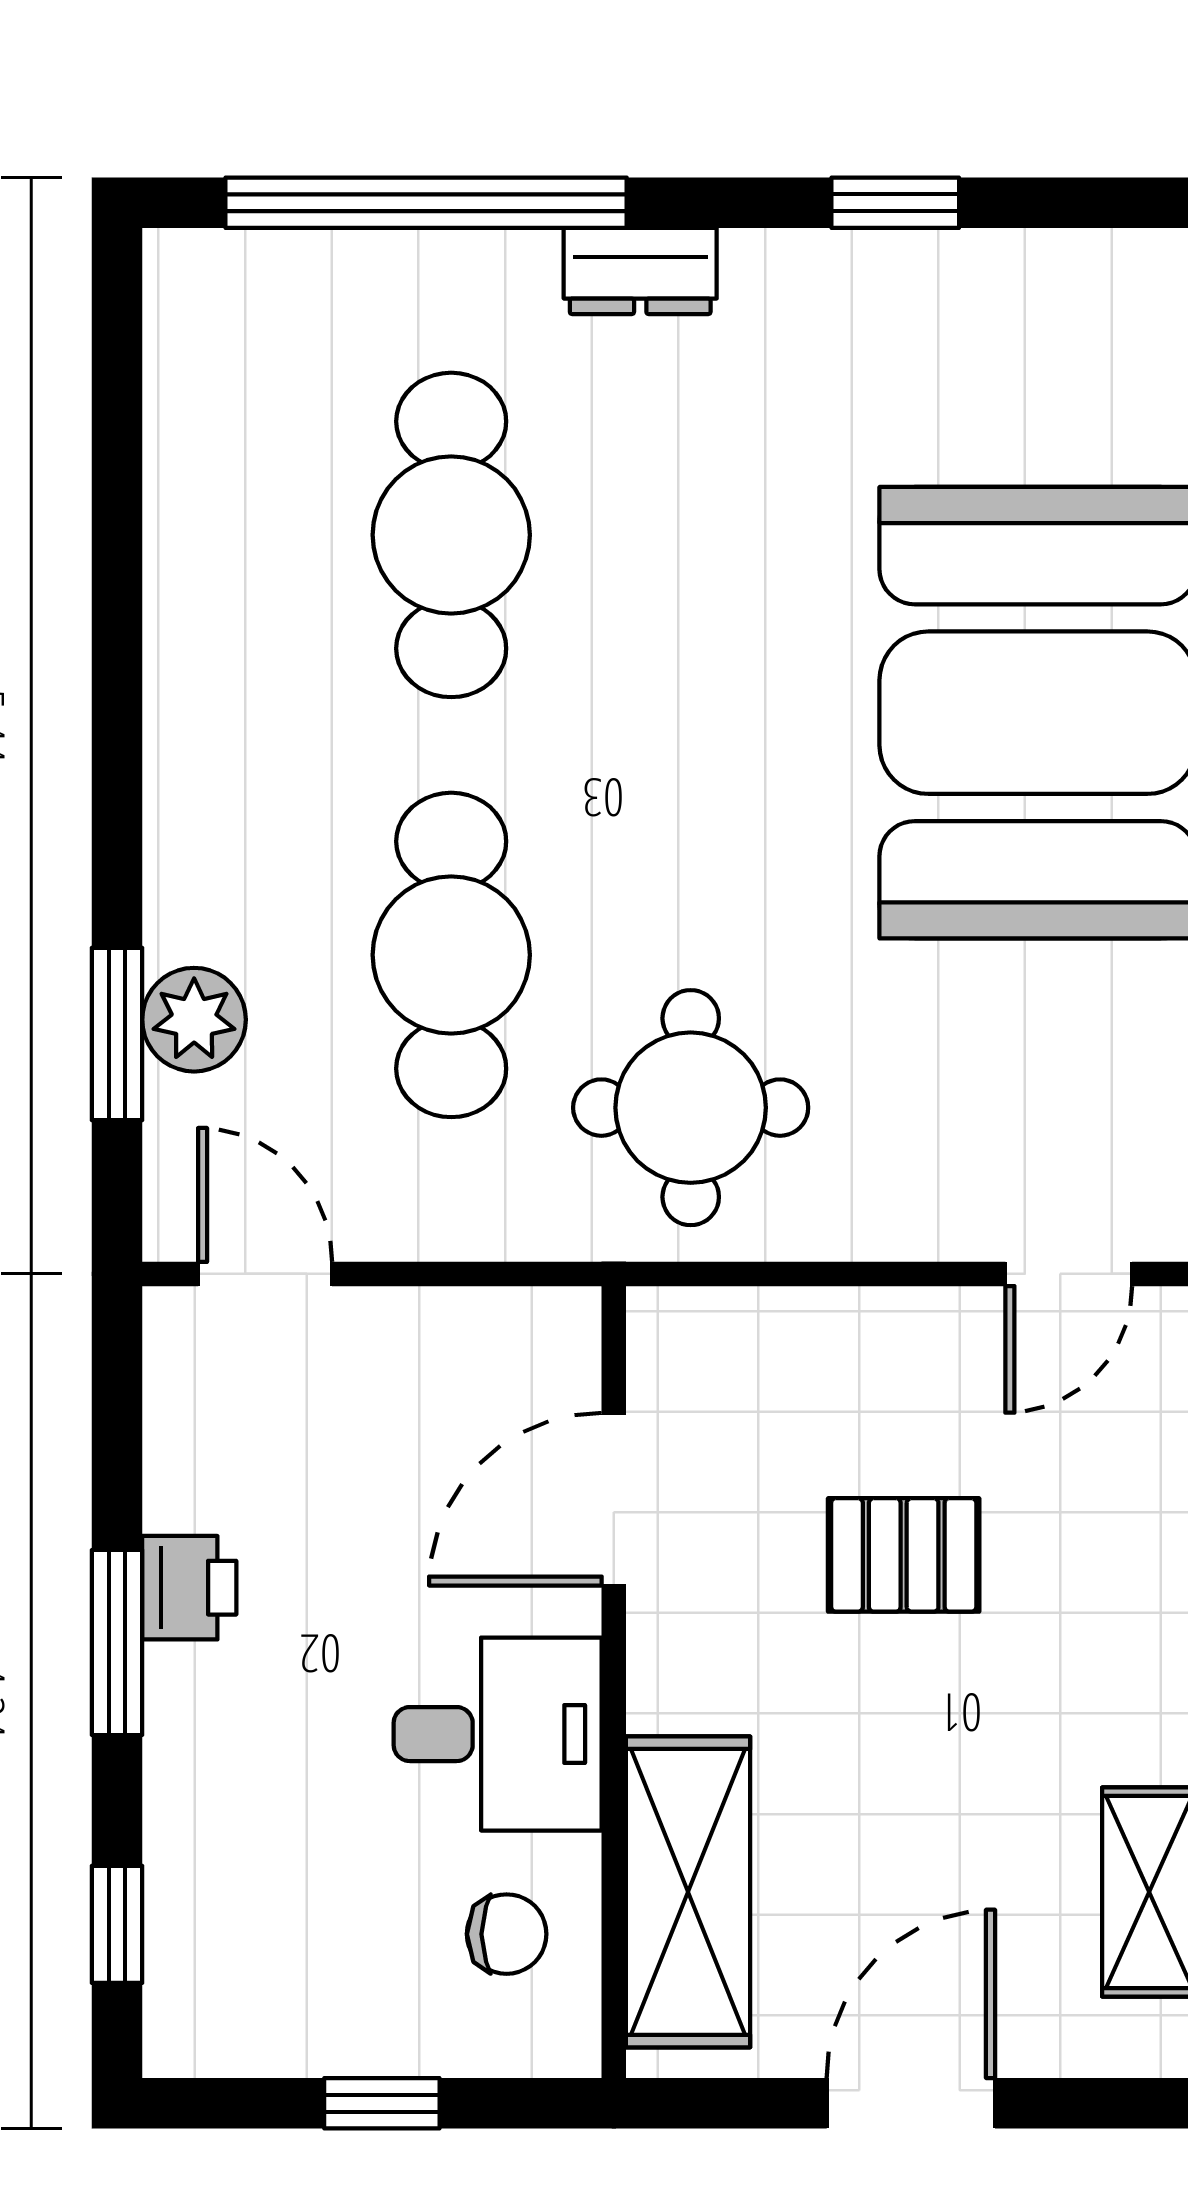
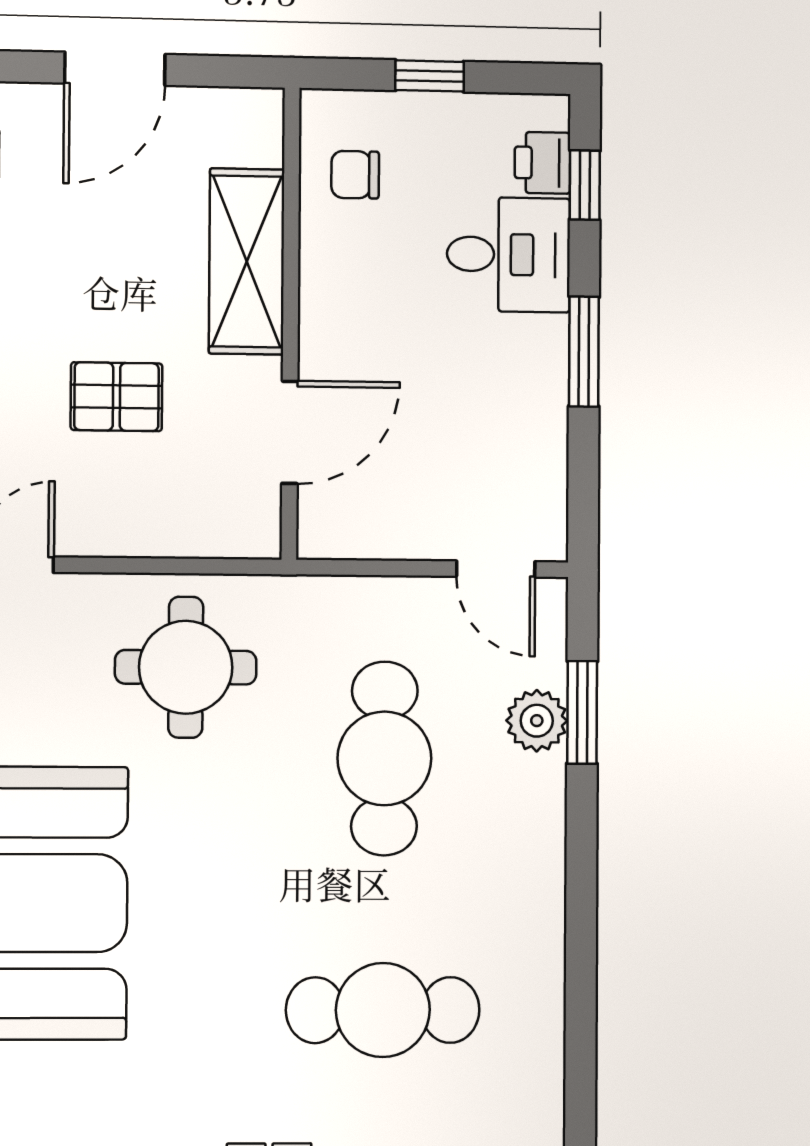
cafe table: (451, 535) -> (383, 1010), turned 90
round table: (691, 1108) -> (186, 667), moved
printer: (189, 1588) -> (542, 163), moved
desk: (498, 1734) -> (509, 255), moved, turned 180
shelving: (688, 1892) -> (247, 261), moved

